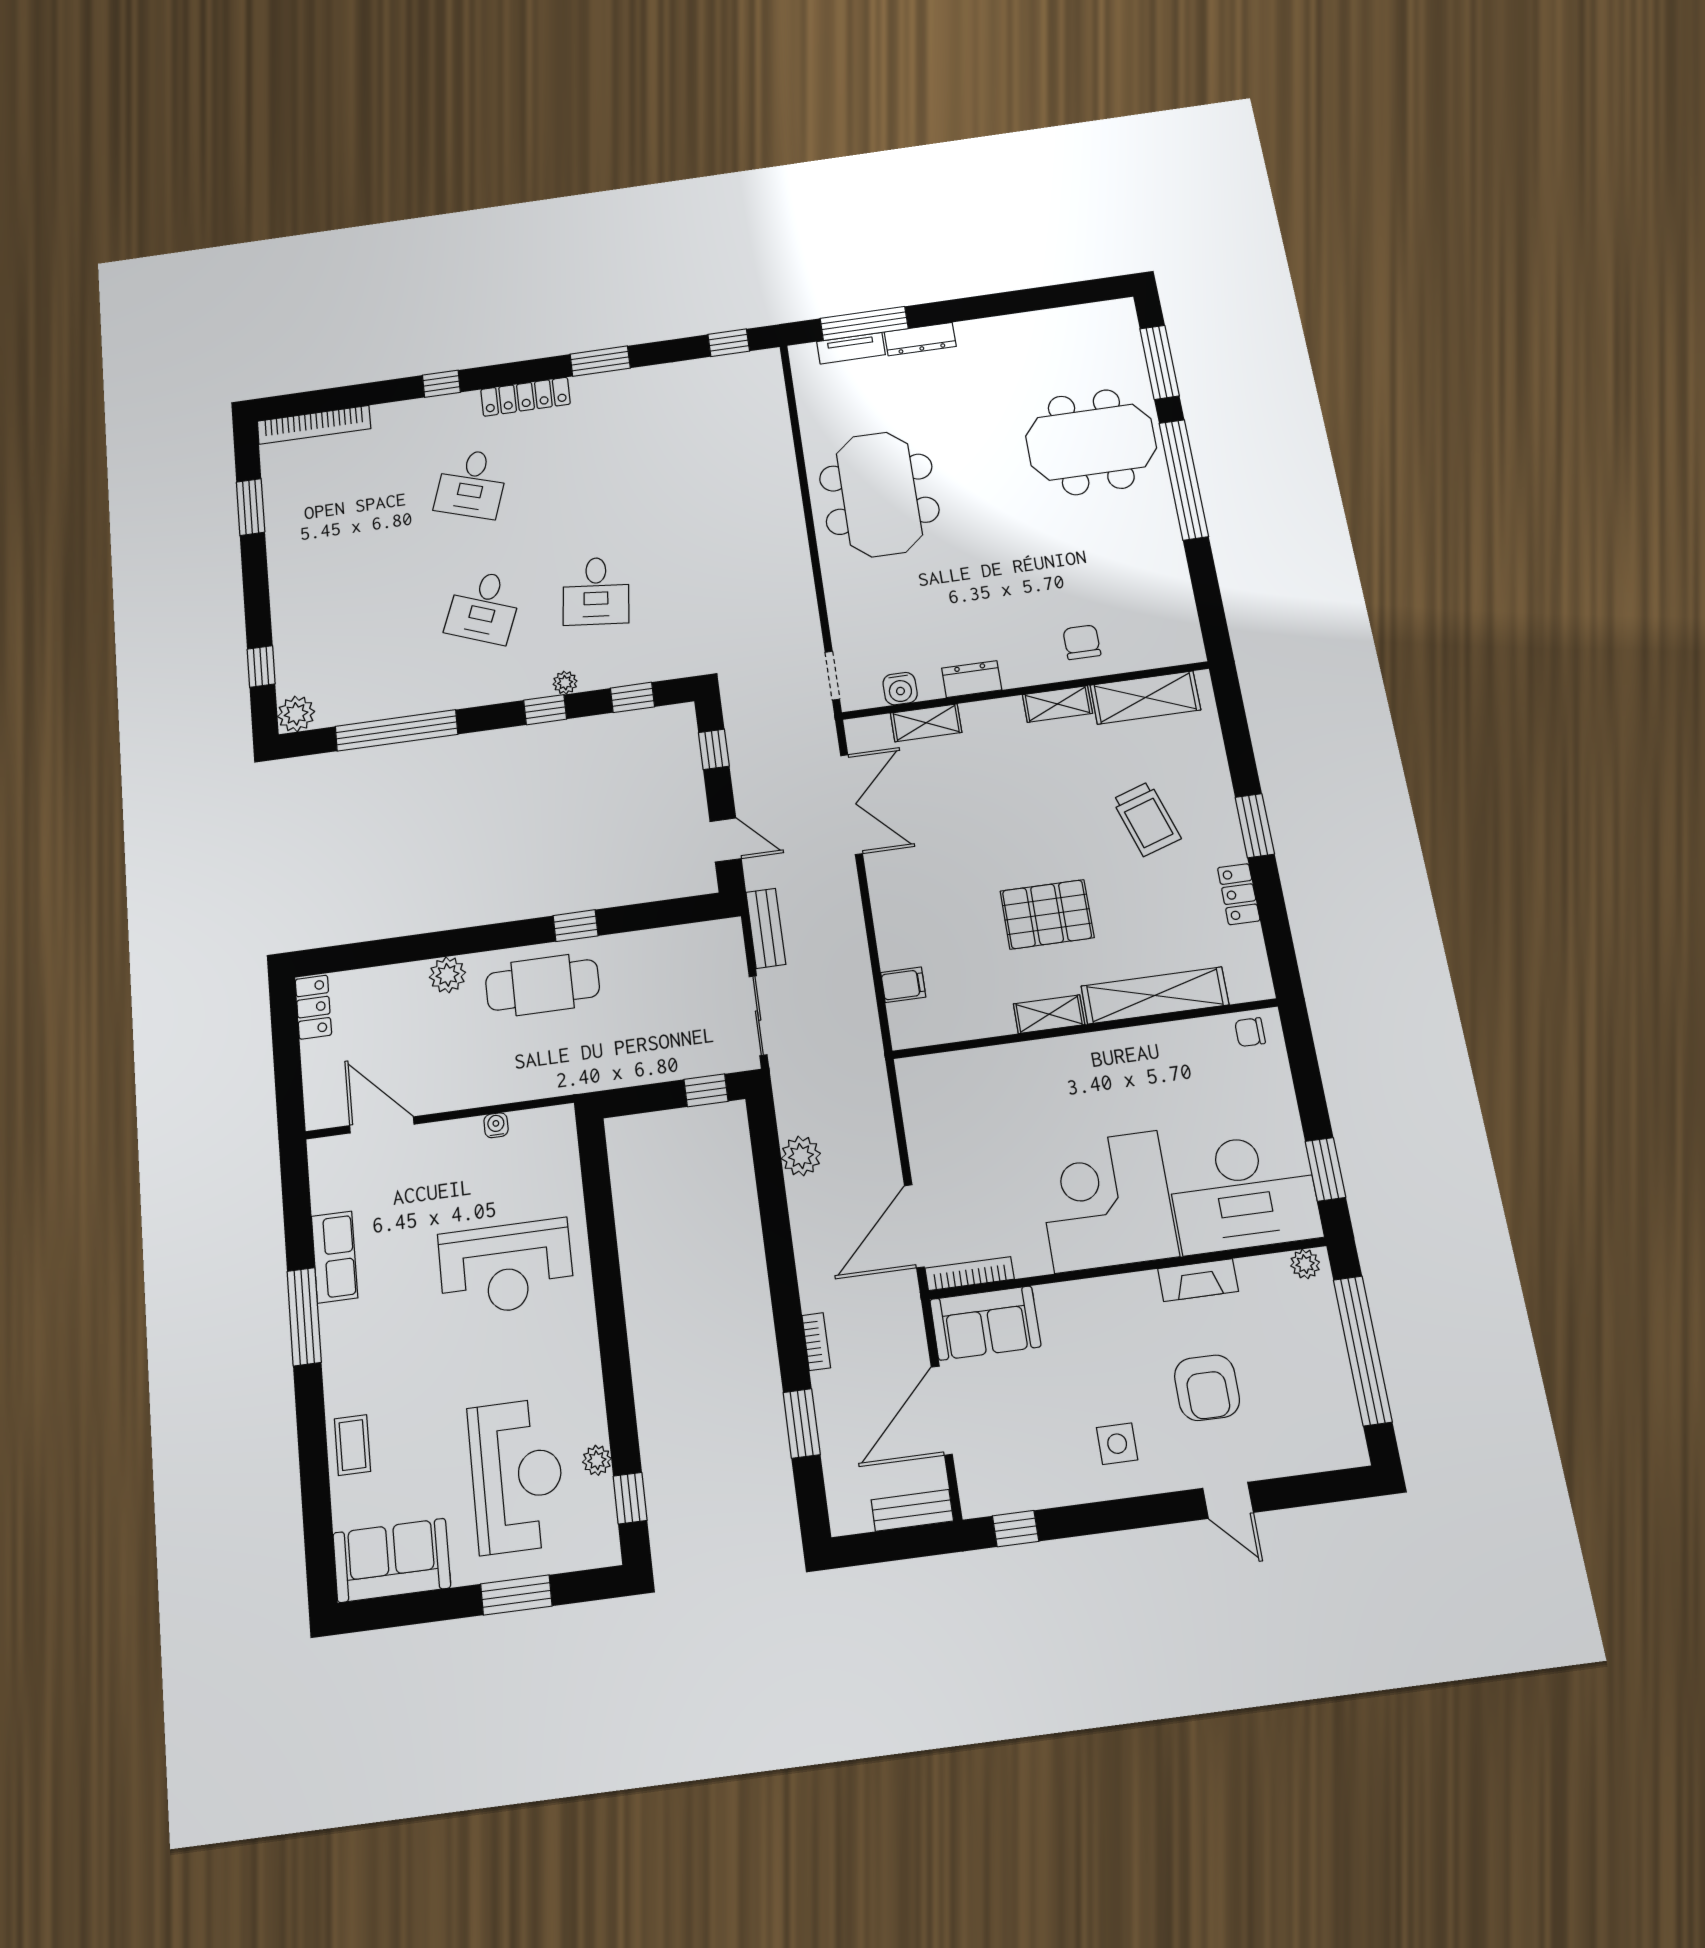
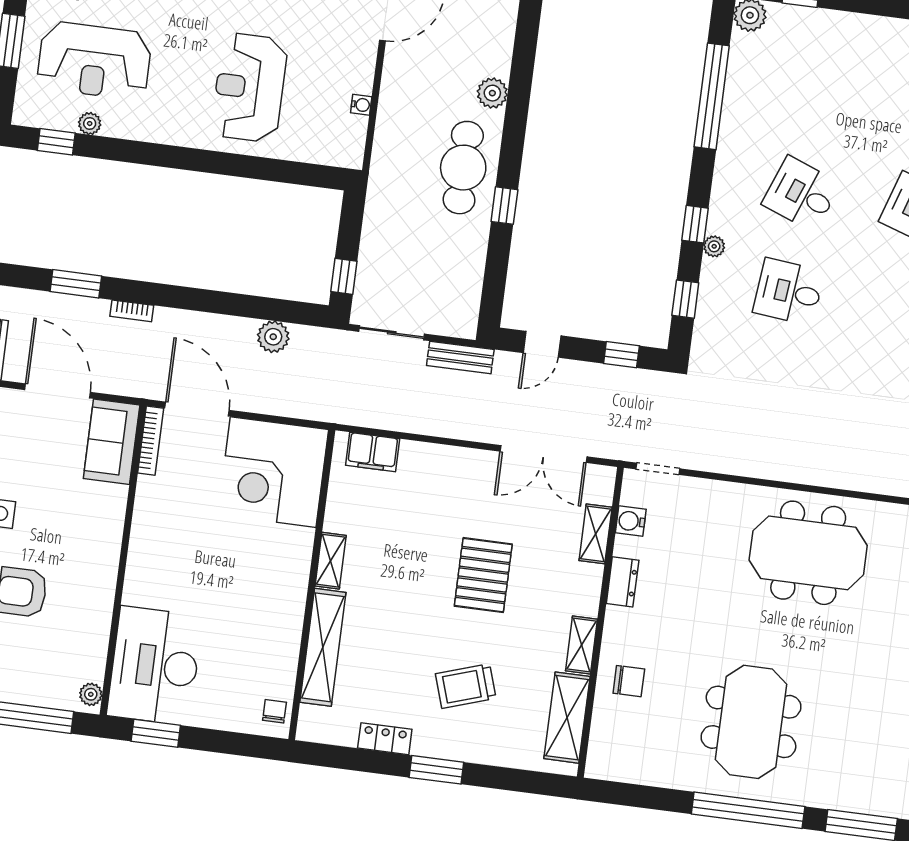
meeting table: (1091, 442) -> (751, 722), moved
pallet: (1047, 914) -> (483, 575), moved
filing cabinet: (903, 985) -> (373, 452), width x2.00
corner desk: (1106, 1202) -> (273, 472), moved, turned 180
fireplace: (1198, 1280) -> (100, 611), removed

